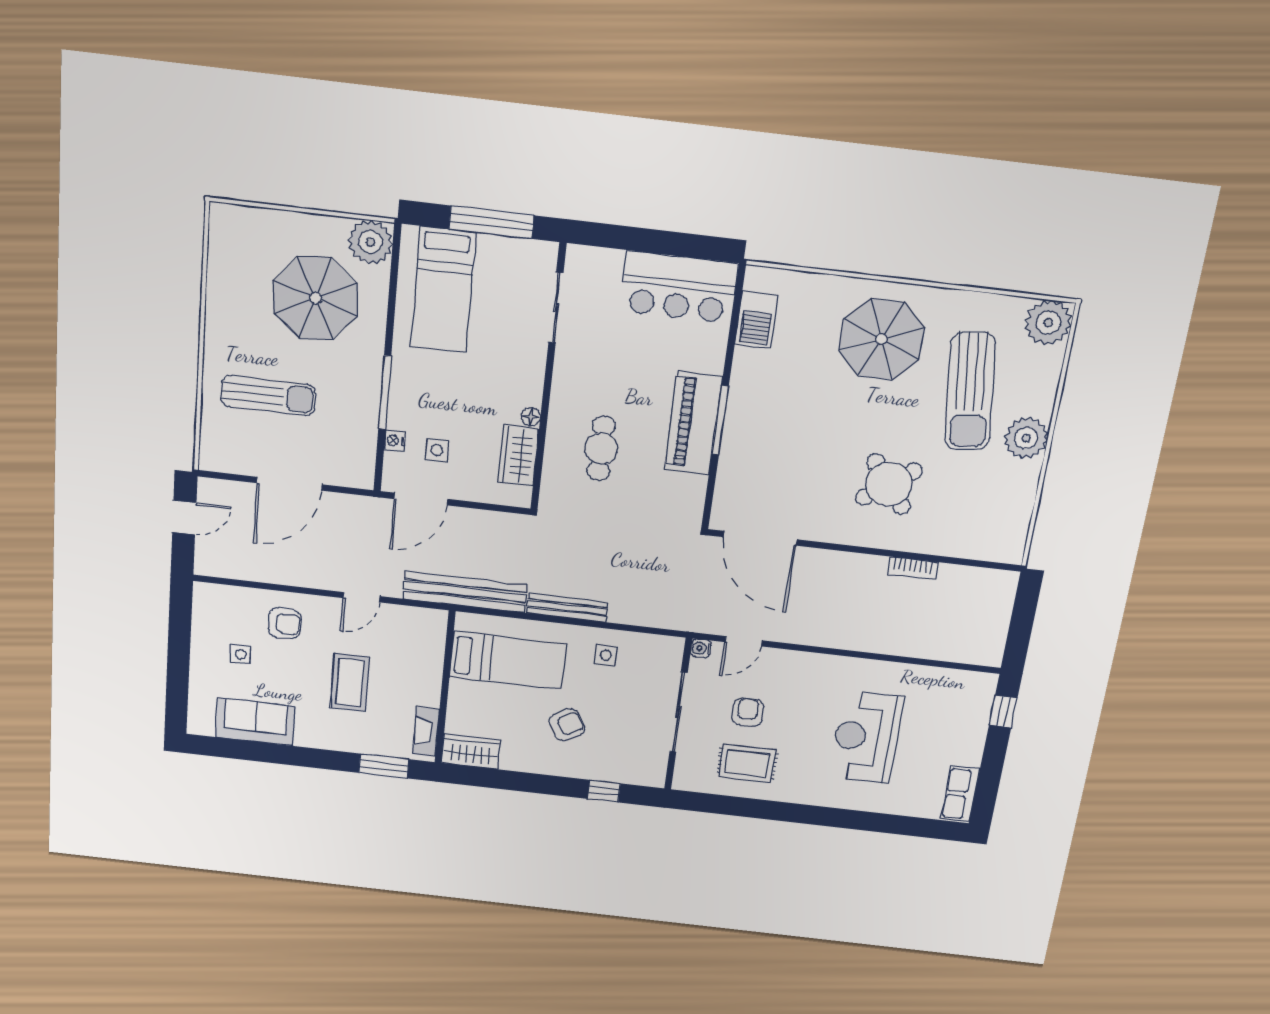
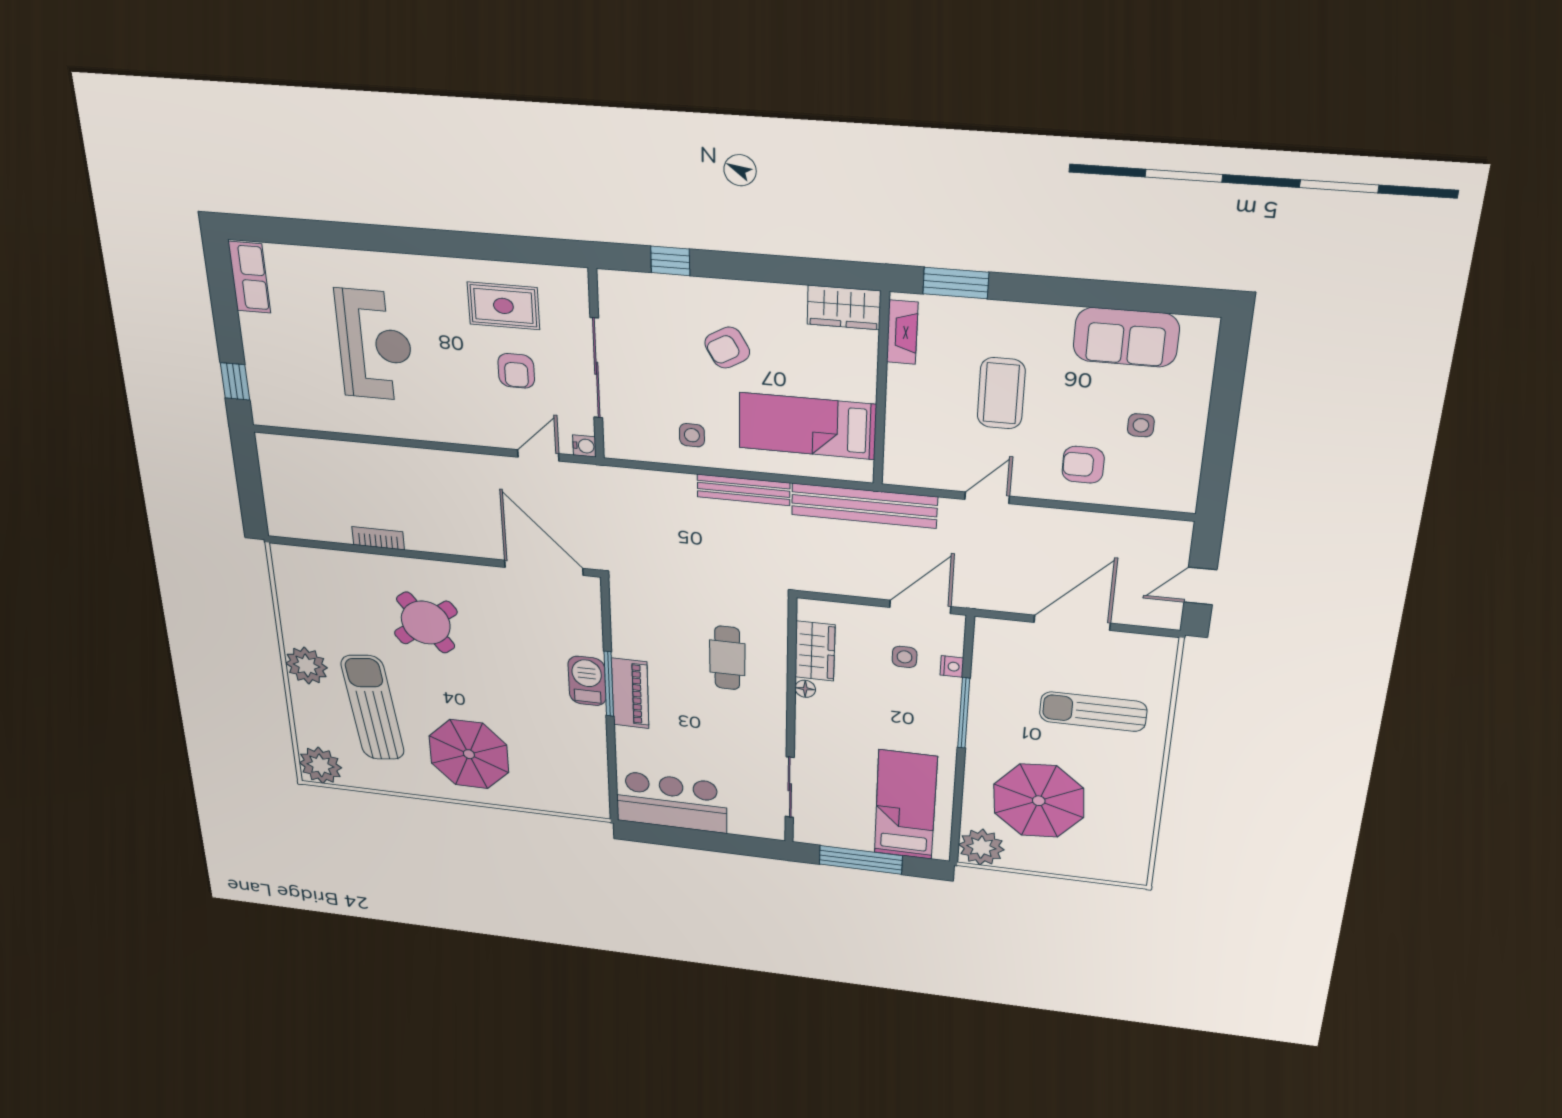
barbecue: (756, 320) -> (587, 681), moved
piano: (693, 423) -> (630, 693), width x0.73, depth x0.75

